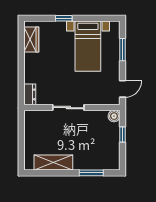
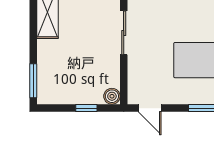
window: (91, 173) -> (33, 81), moved

